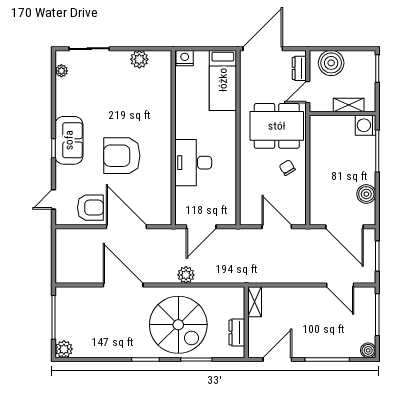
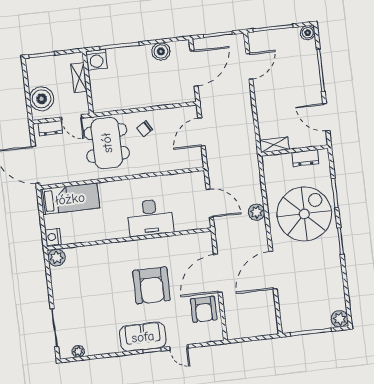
plant: (139, 59) -> (57, 258), moved
door: (53, 199) -> (179, 347), moved
armchair: (90, 208) -> (204, 309), turned 180

